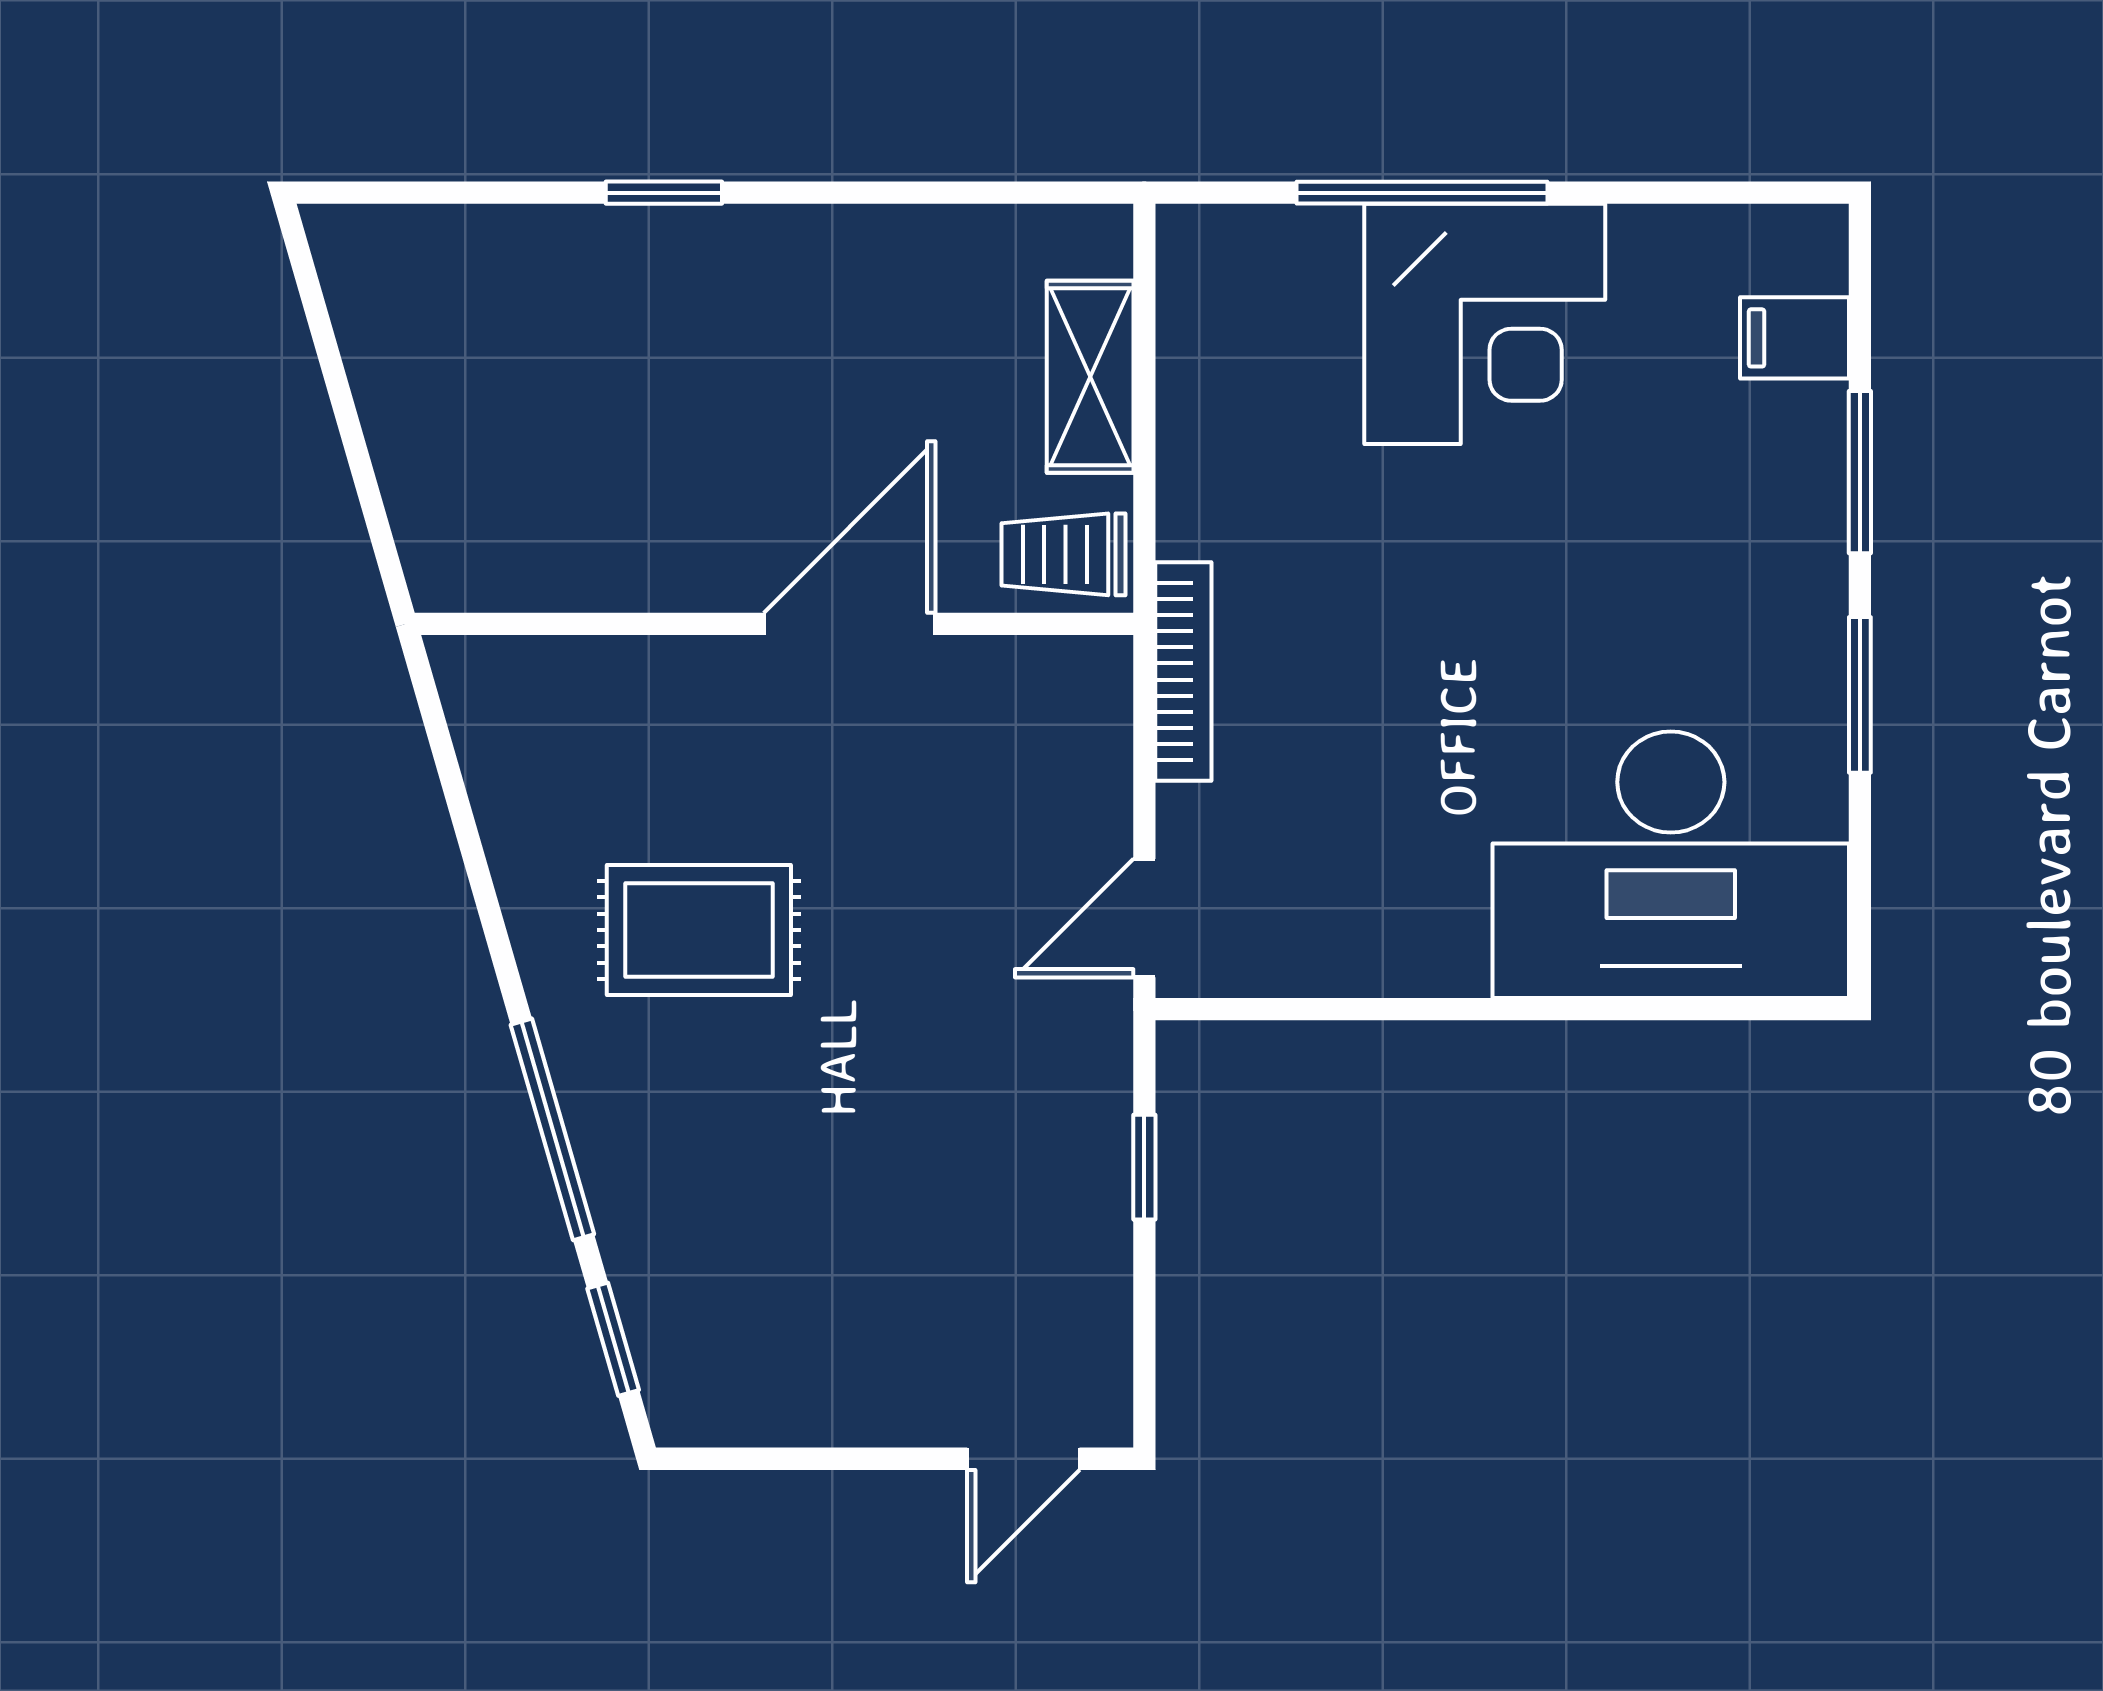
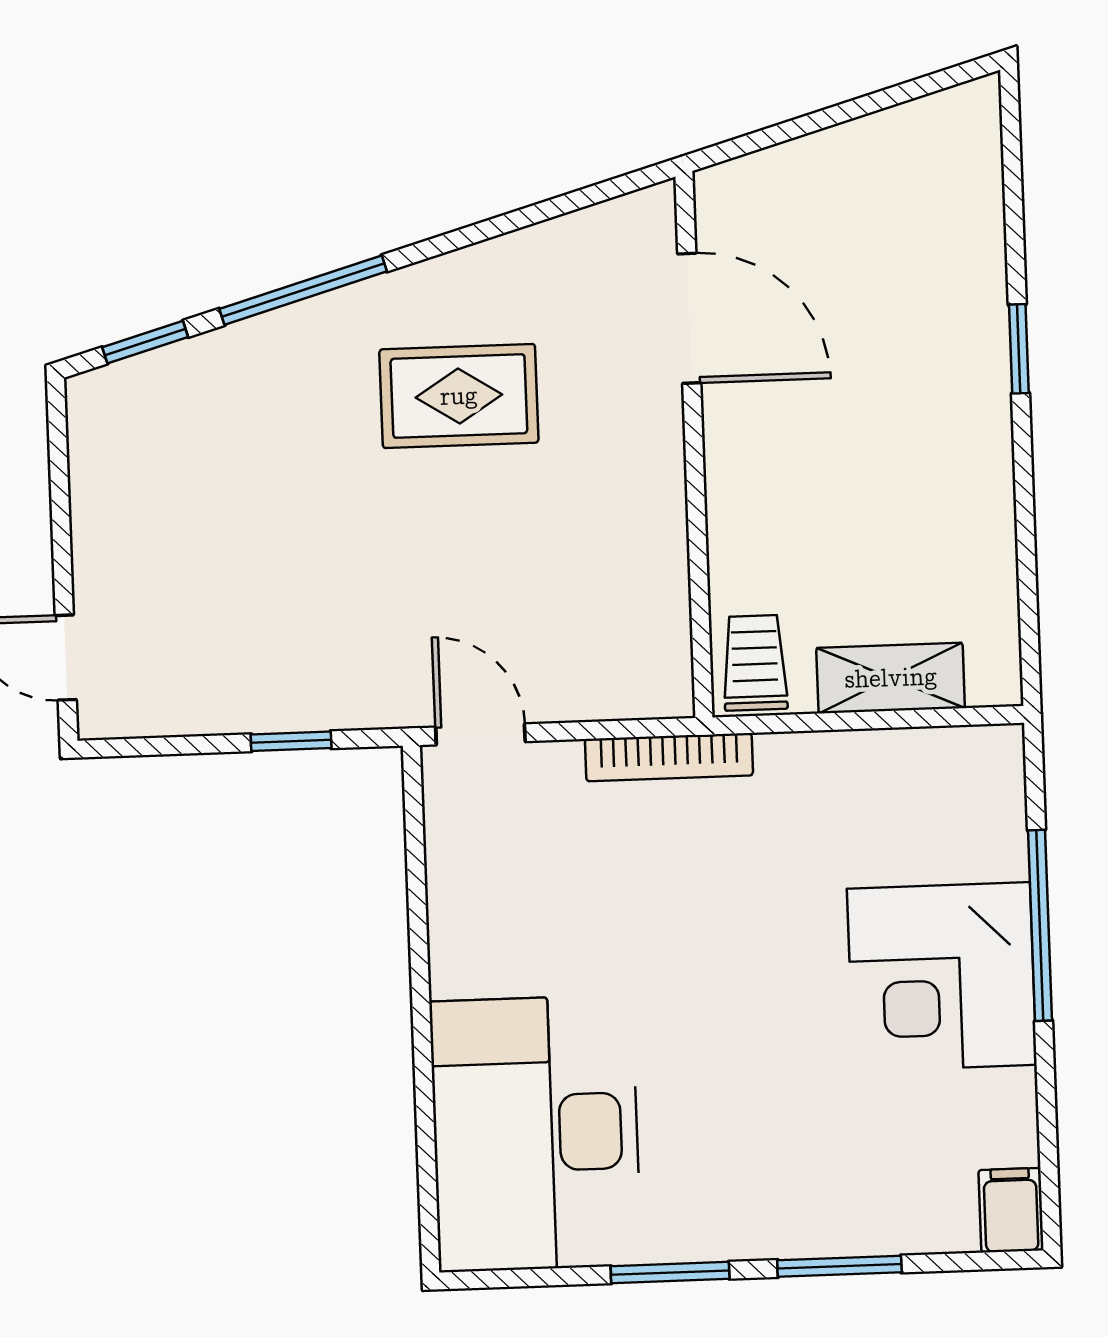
filing cabinet: (1795, 338) -> (1011, 1210), moved
door: (850, 624) -> (689, 318), moved
rug: (699, 930) -> (459, 396), turned 90

